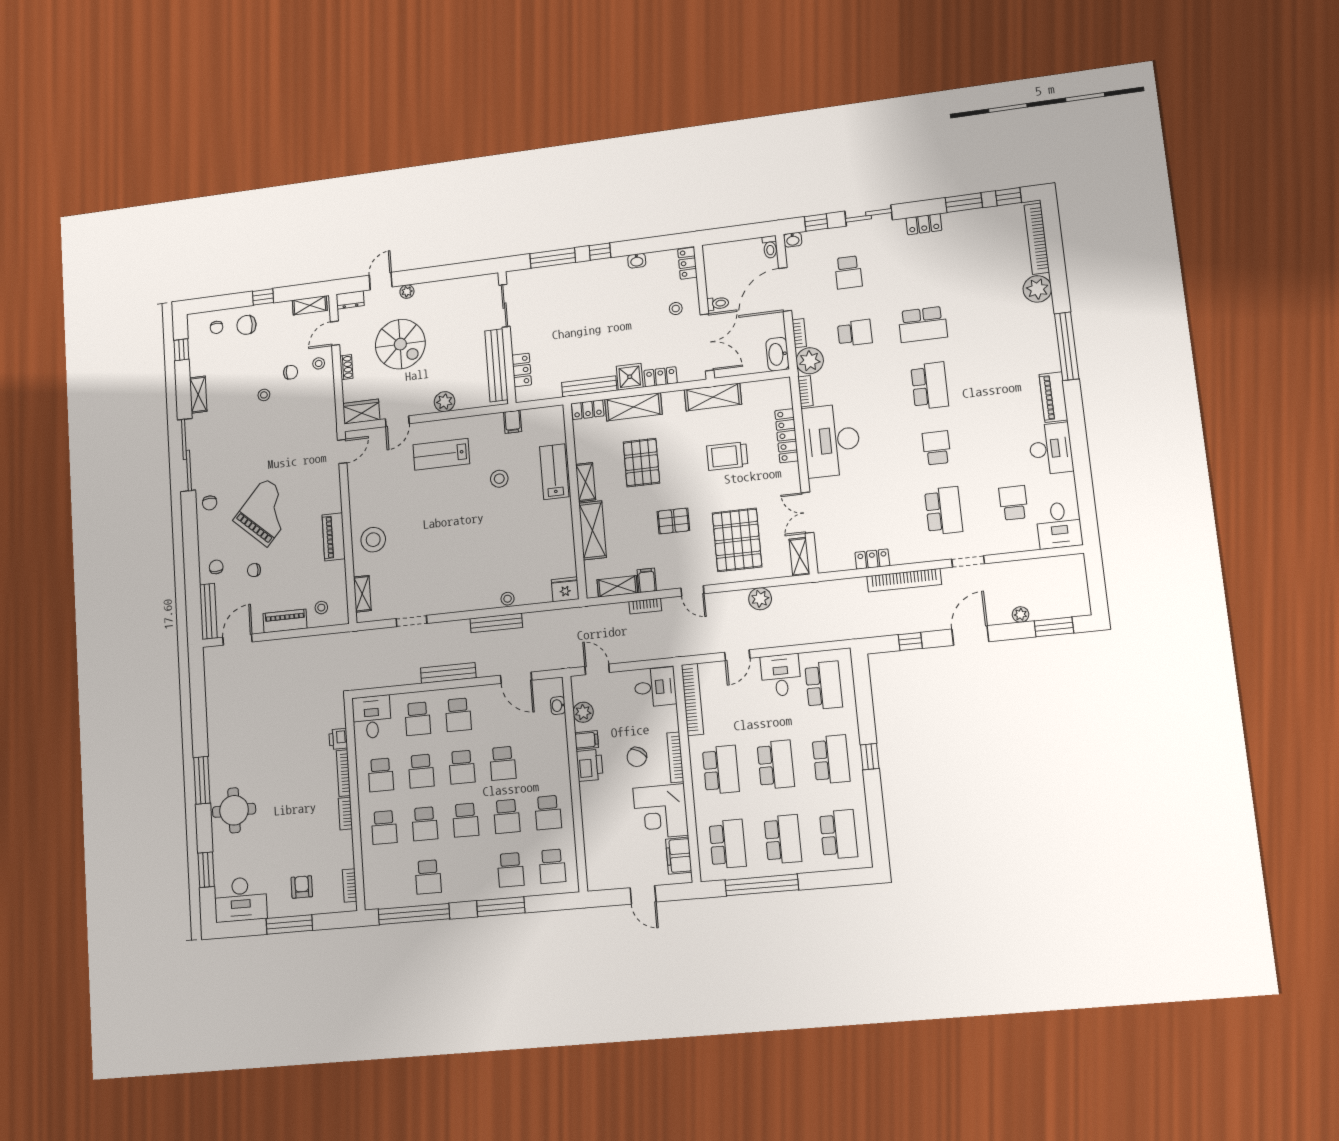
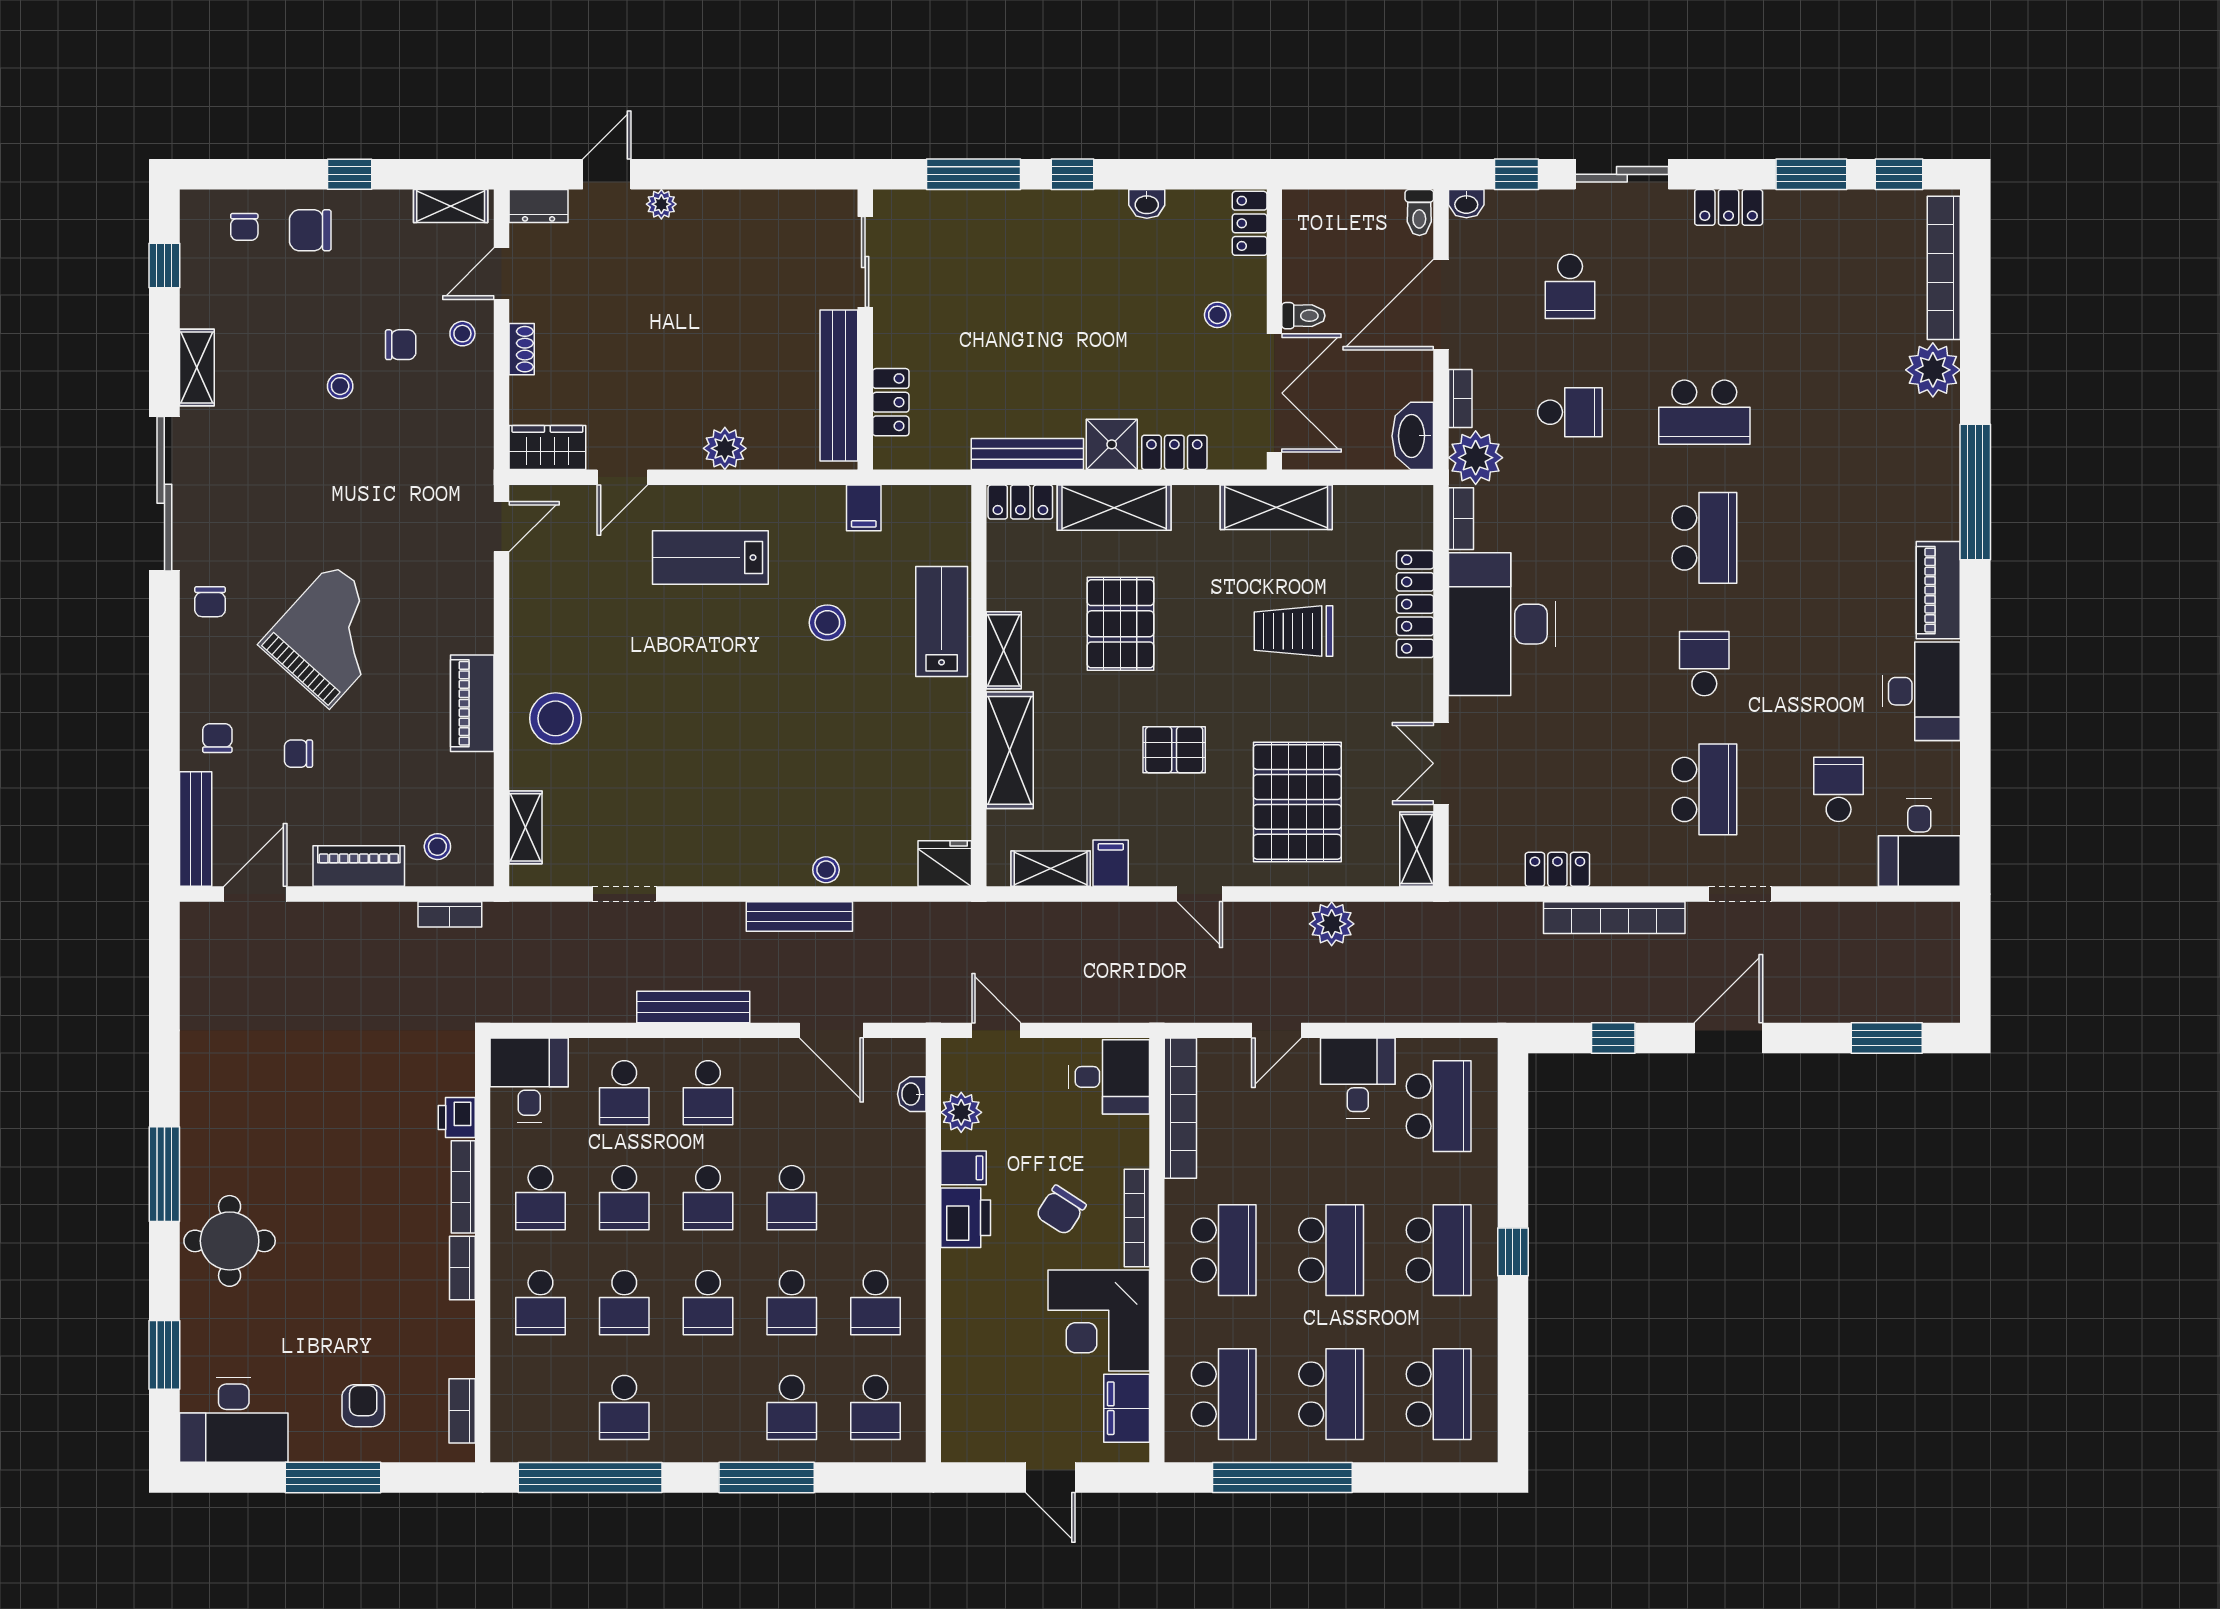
spiral stairs: (400, 344) -> (640, 315), removed
bookcase: (645, 606) -> (450, 914), moved
plant: (1021, 614) -> (1827, 1008), removed

